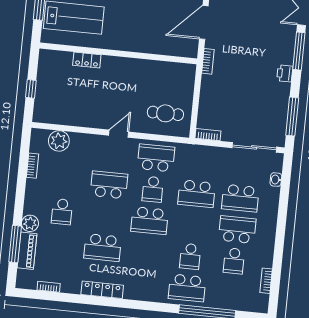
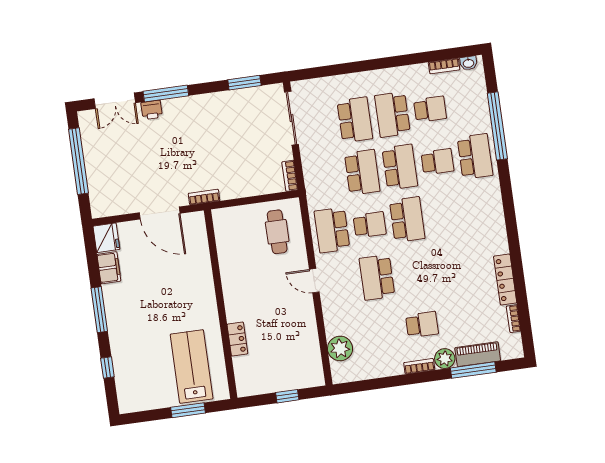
printer: (285, 73) -> (152, 110), moved
window: (292, 117) -> (244, 83), width x0.69
bookcase: (32, 166) -> (419, 366), moved
washbasin: (276, 180) -> (468, 63), moved
school desk: (103, 248) -> (400, 167), moved
locker: (102, 290) -> (505, 280), moved

